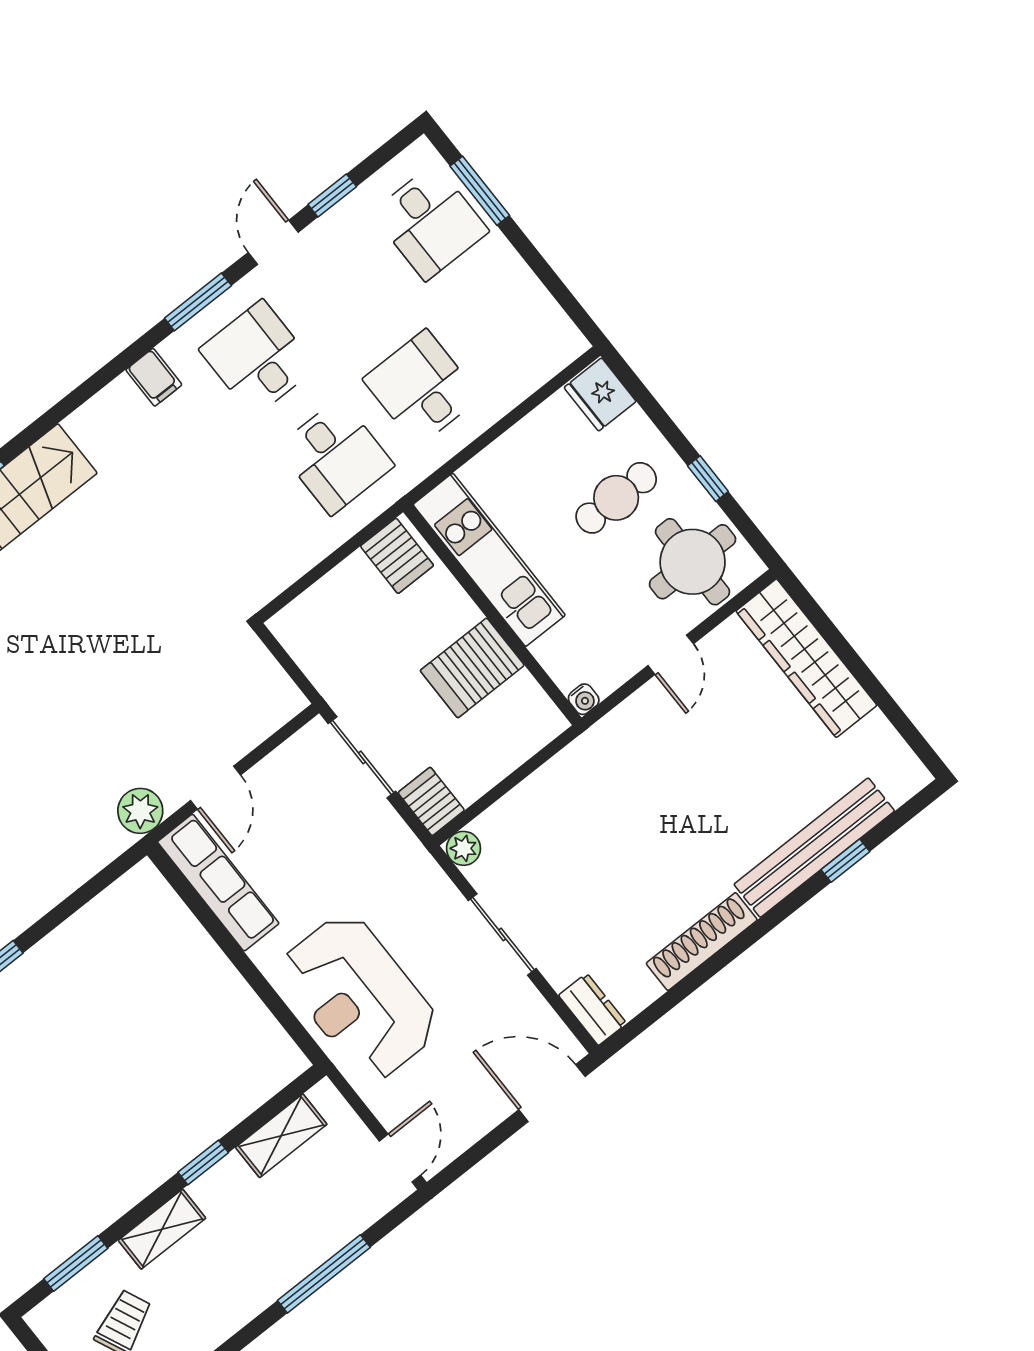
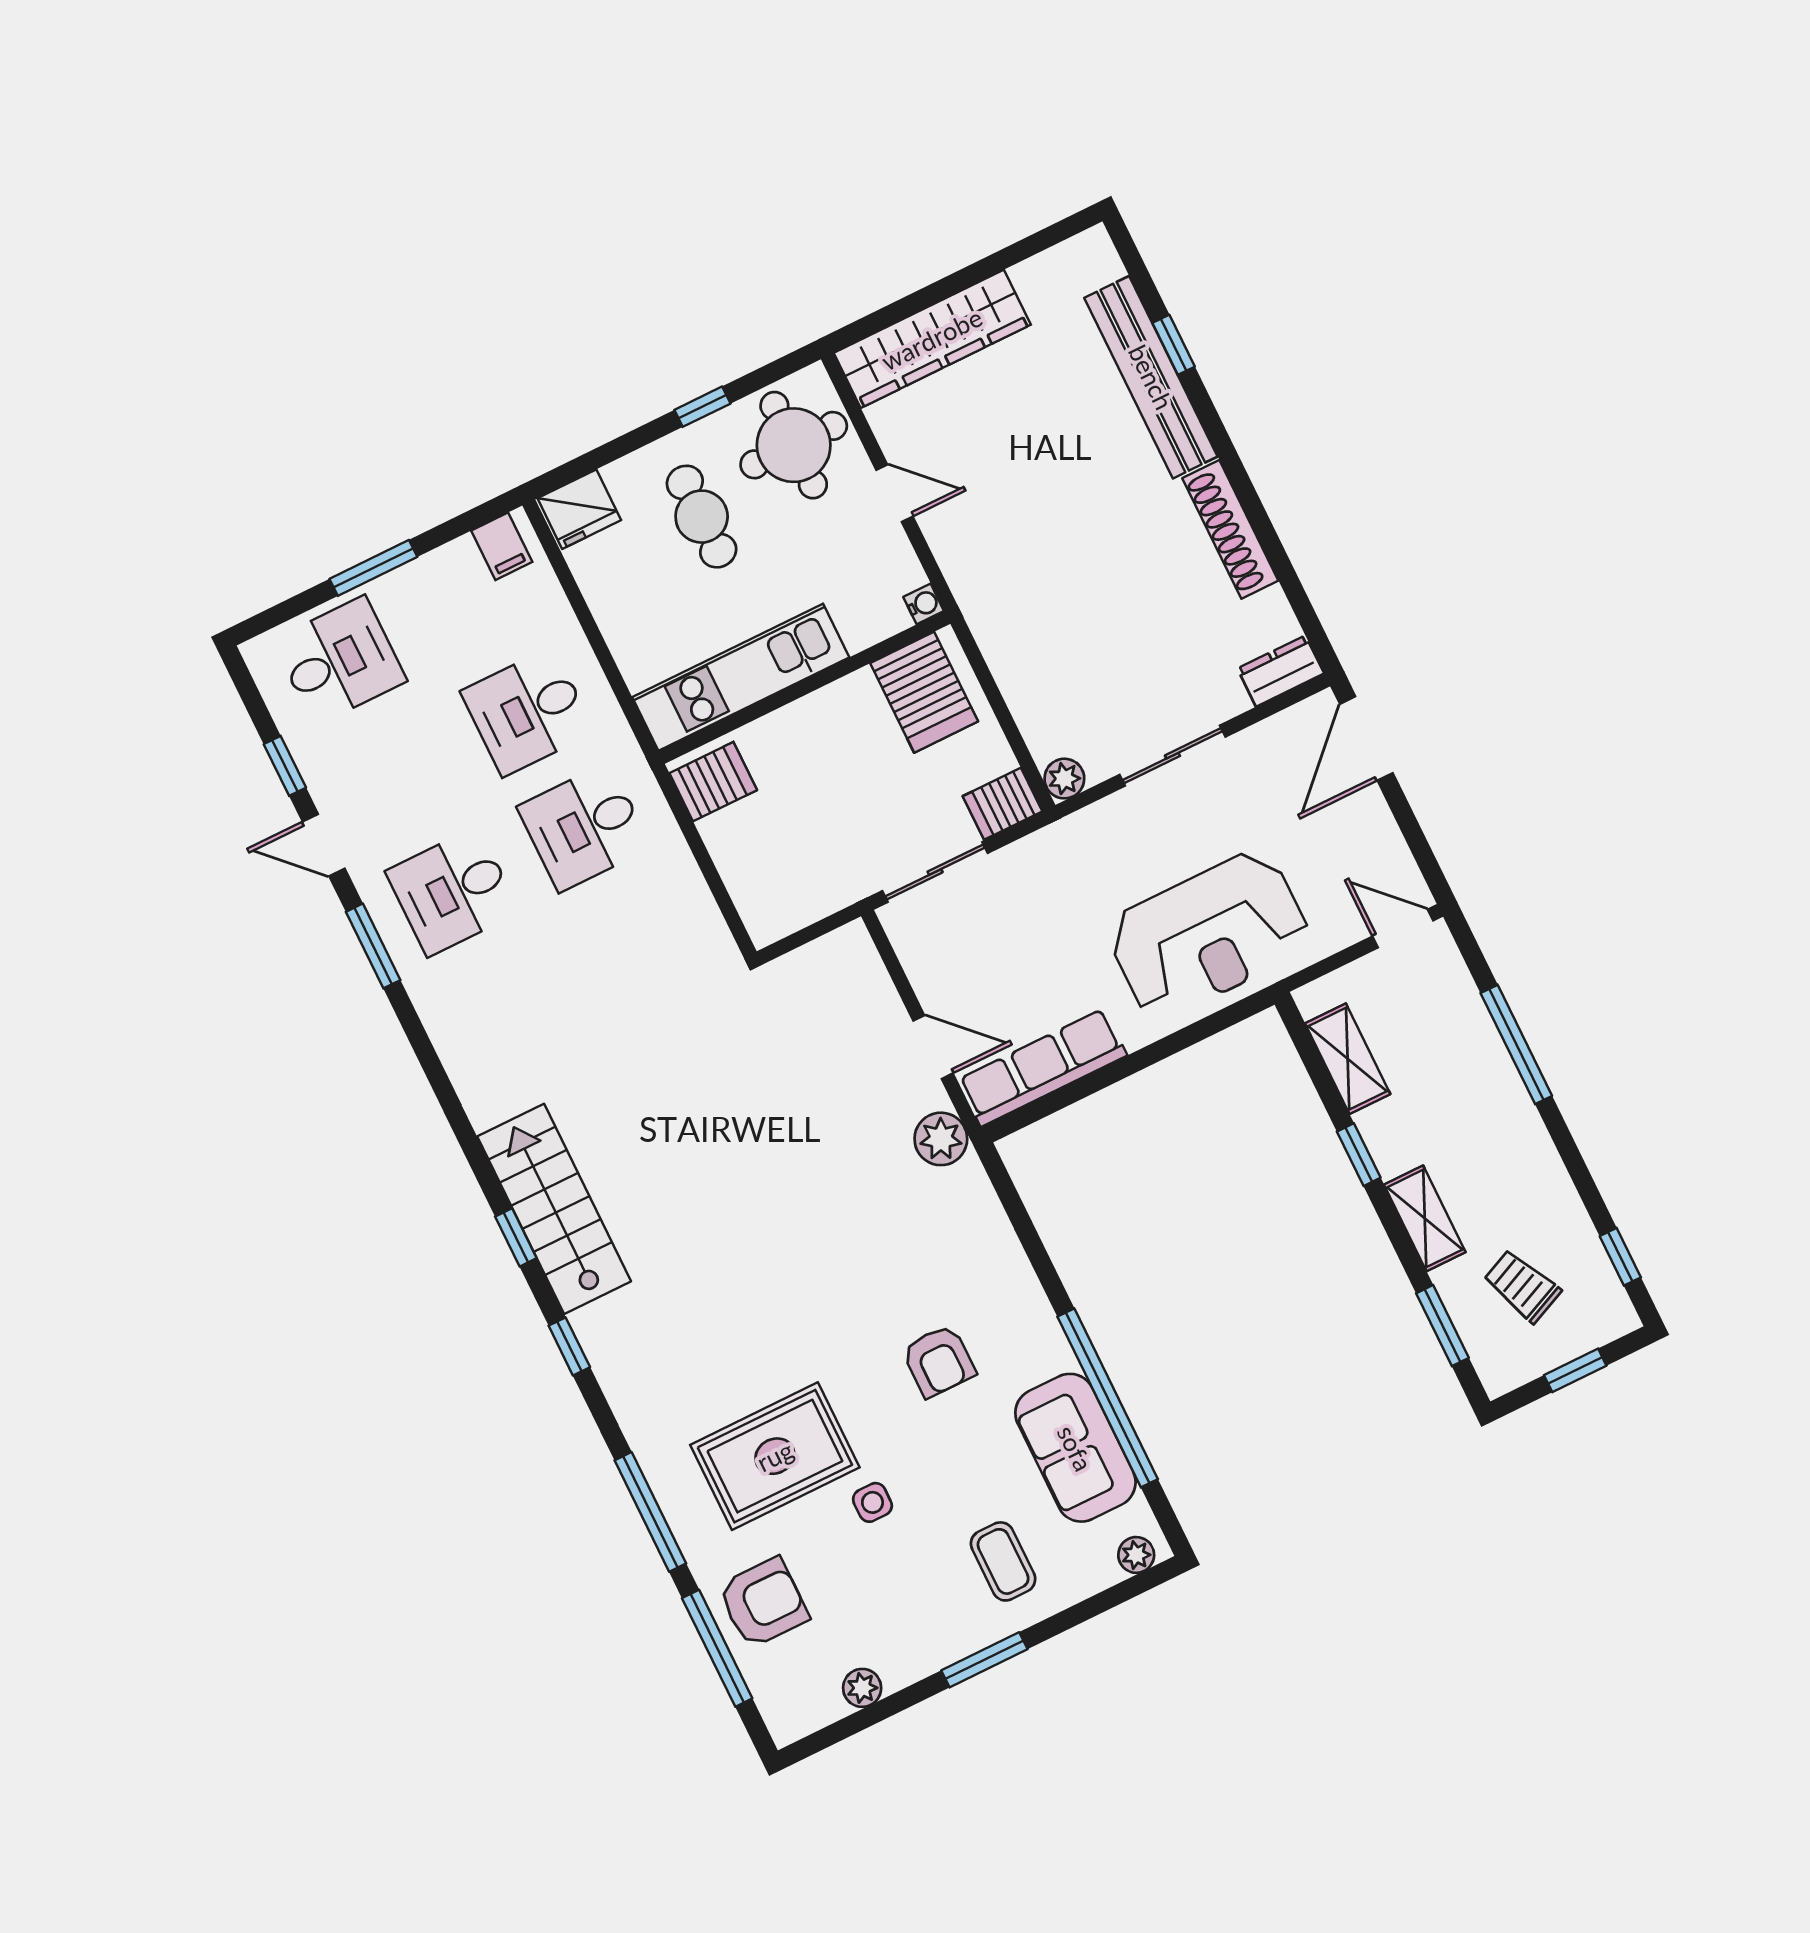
window: (480, 191) -> (373, 568), moved
filing cabinet: (154, 377) -> (502, 546), moved, turned 90
desk: (336, 456) -> (584, 827), turned 180
server rack: (472, 668) -> (924, 692), moved

